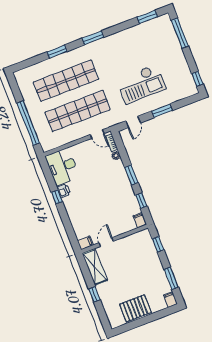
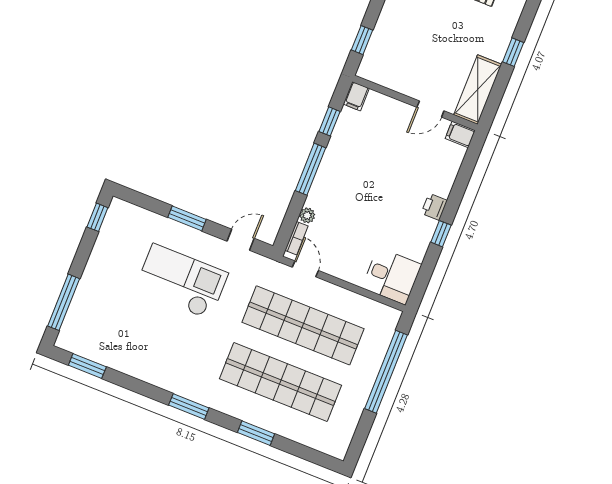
desk: (62, 167) -> (392, 276), width x0.73
window: (131, 175) -> (311, 169), width x1.44
printer: (64, 191) -> (434, 207), moved

